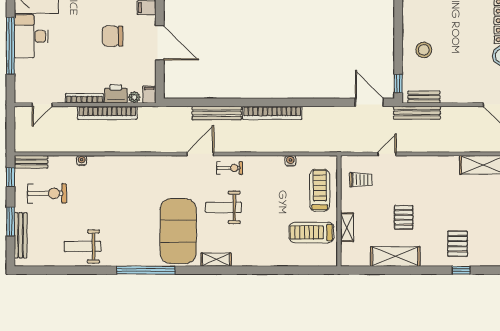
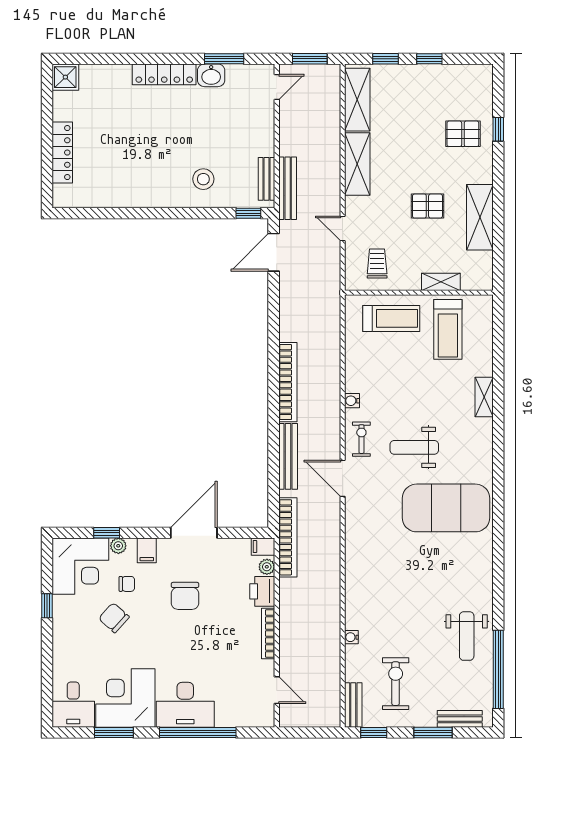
bookcase: (107, 113) -> (288, 537), moved
water cooler: (290, 161) -> (352, 401), moved
shelving: (435, 165) -> (357, 164), added
treadmill: (320, 190) -> (391, 318), turned 180
weight bench: (223, 207) -> (414, 447), turned 90
bench: (21, 235) -> (460, 719), width x0.73
shelving: (216, 260) -> (484, 397), moved
window: (146, 270) -> (498, 669), moved

